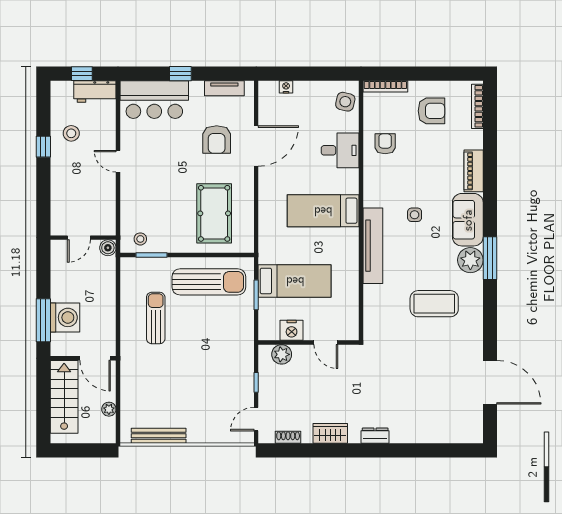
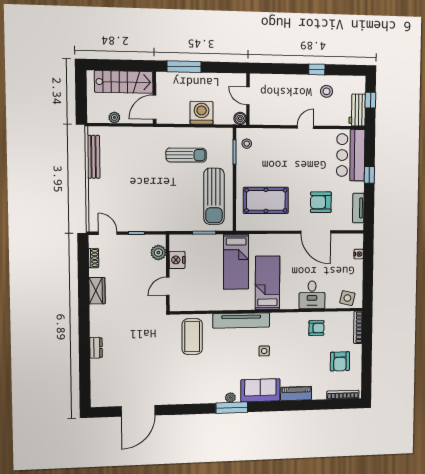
plant: (470, 260) -> (230, 398), width x0.53, depth x0.53
bed: (295, 281) -> (236, 262), moved
coffee table: (434, 304) -> (192, 337), moved
washing machine: (65, 317) -> (202, 113), moved, turned 180
dresser: (375, 436) -> (96, 348), moved

